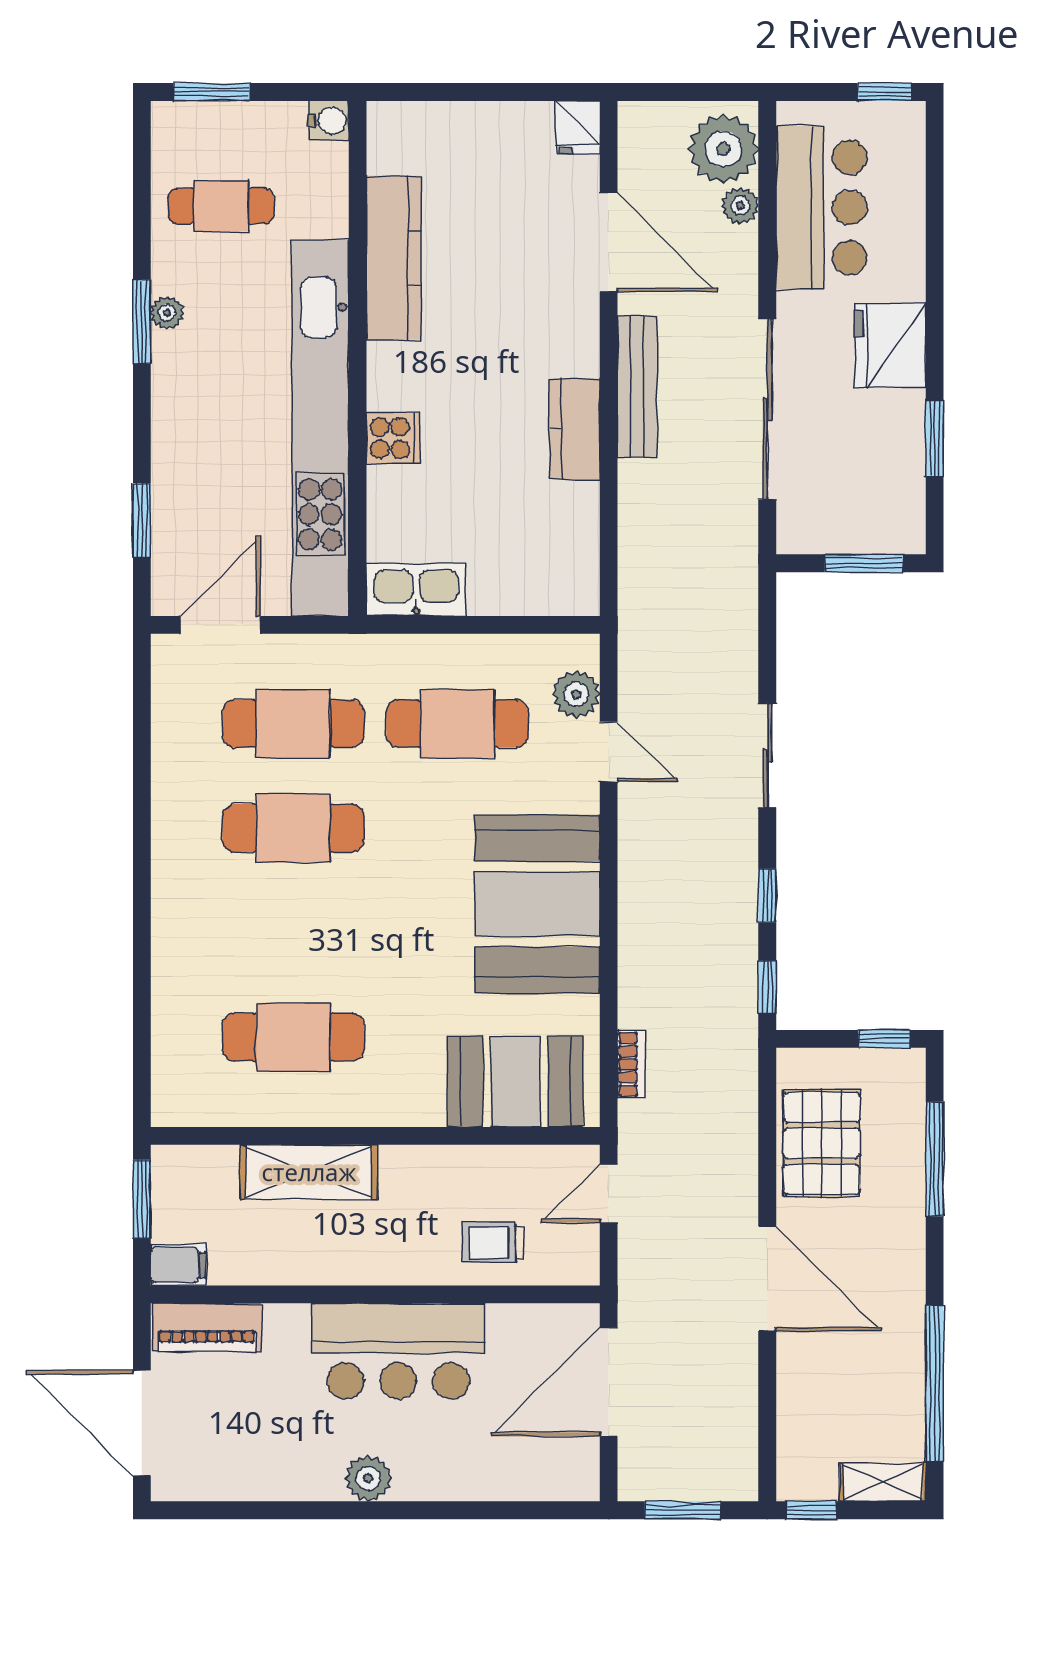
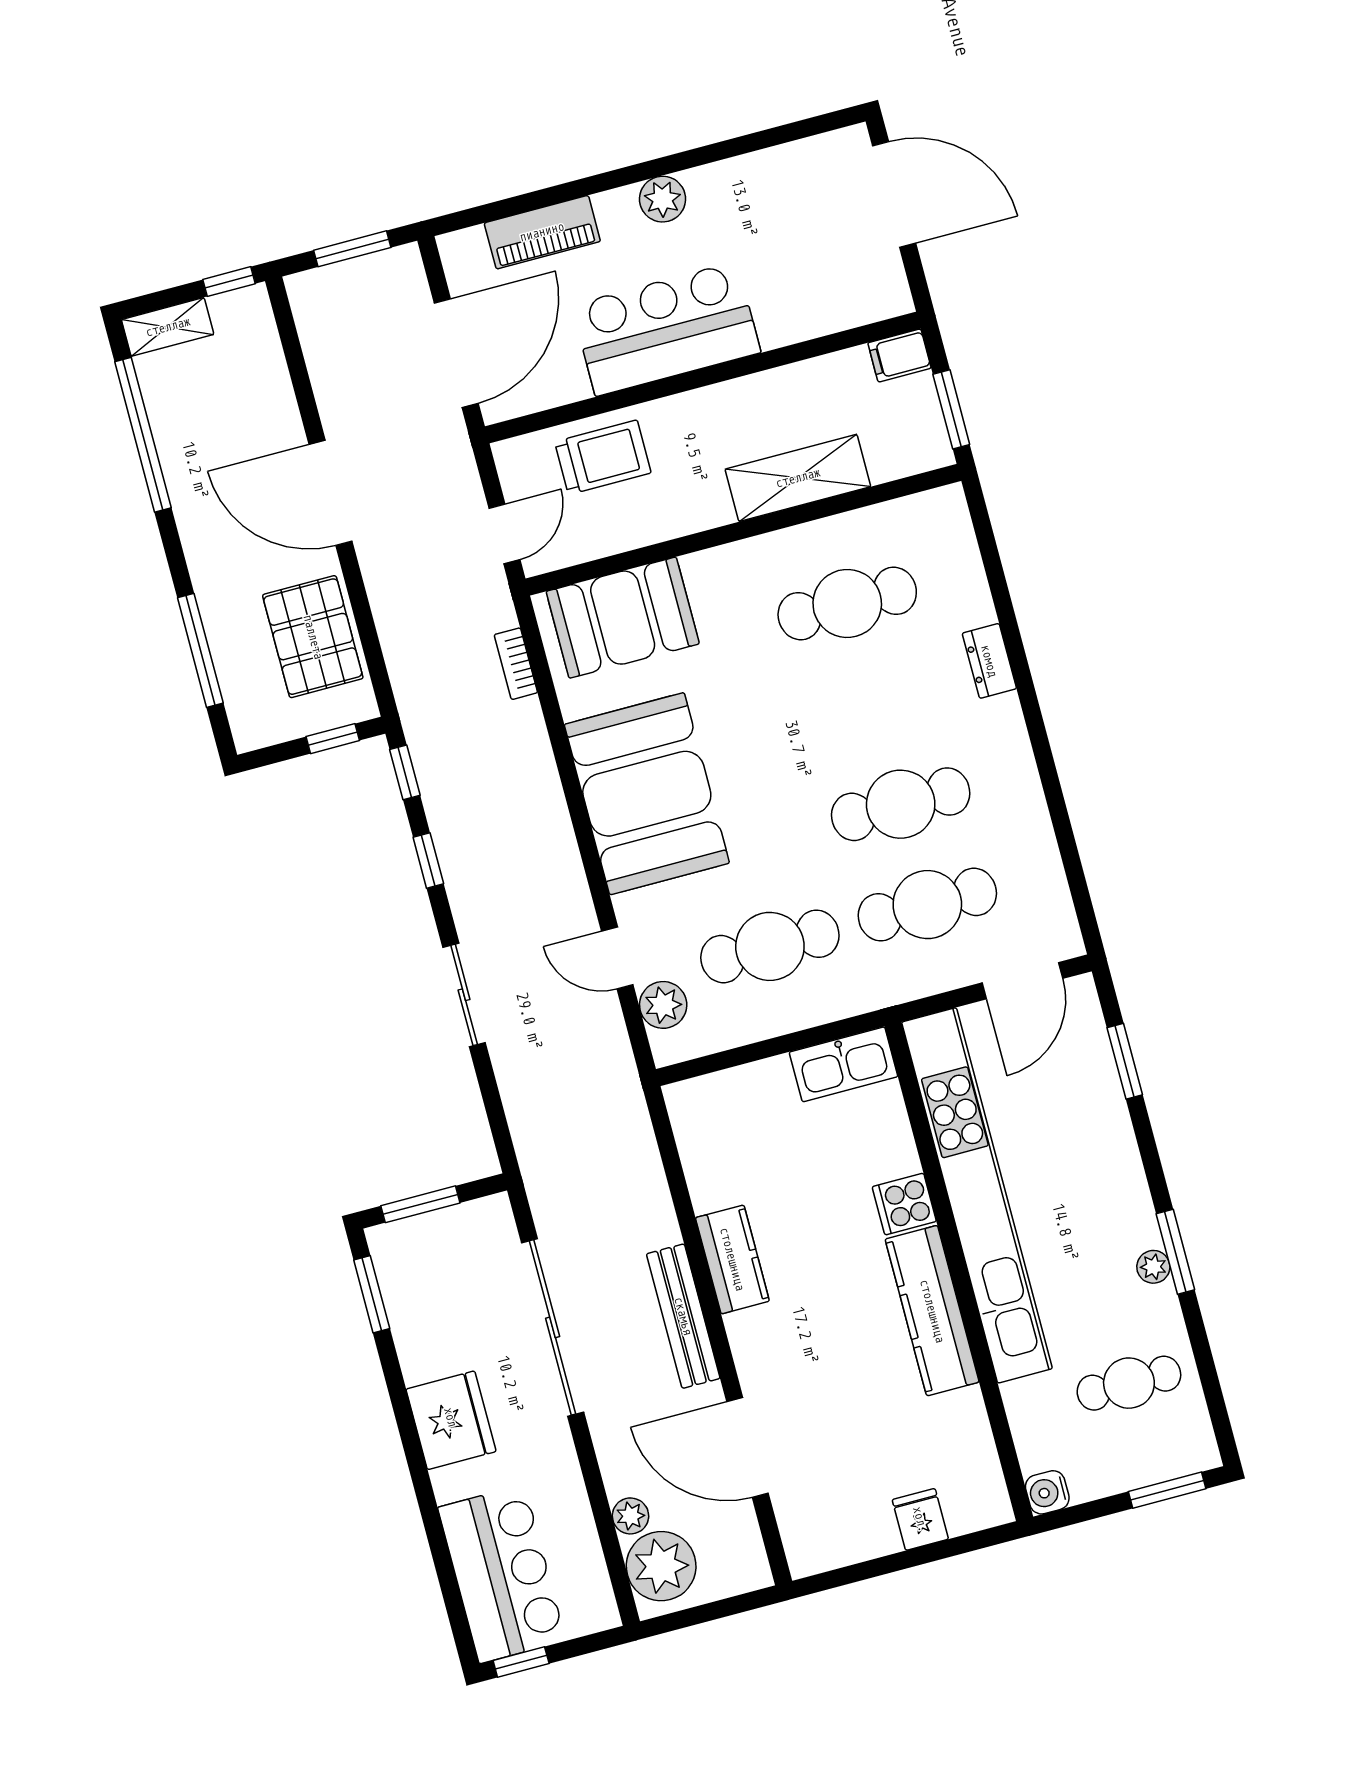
fridge: (578, 127) -> (920, 1519), moved
bar counter: (821, 208) -> (502, 1574), moved, turned 180
kitchen counter: (394, 258) -> (932, 1311), moved
window: (935, 439) -> (372, 1294), moved
dresser: (170, 944) -> (989, 661), added
window: (884, 1039) -> (333, 739), moved
trolley: (493, 1243) -> (603, 457), width x1.36, depth x1.39
piano: (207, 1327) -> (542, 232), moved, turned 180

